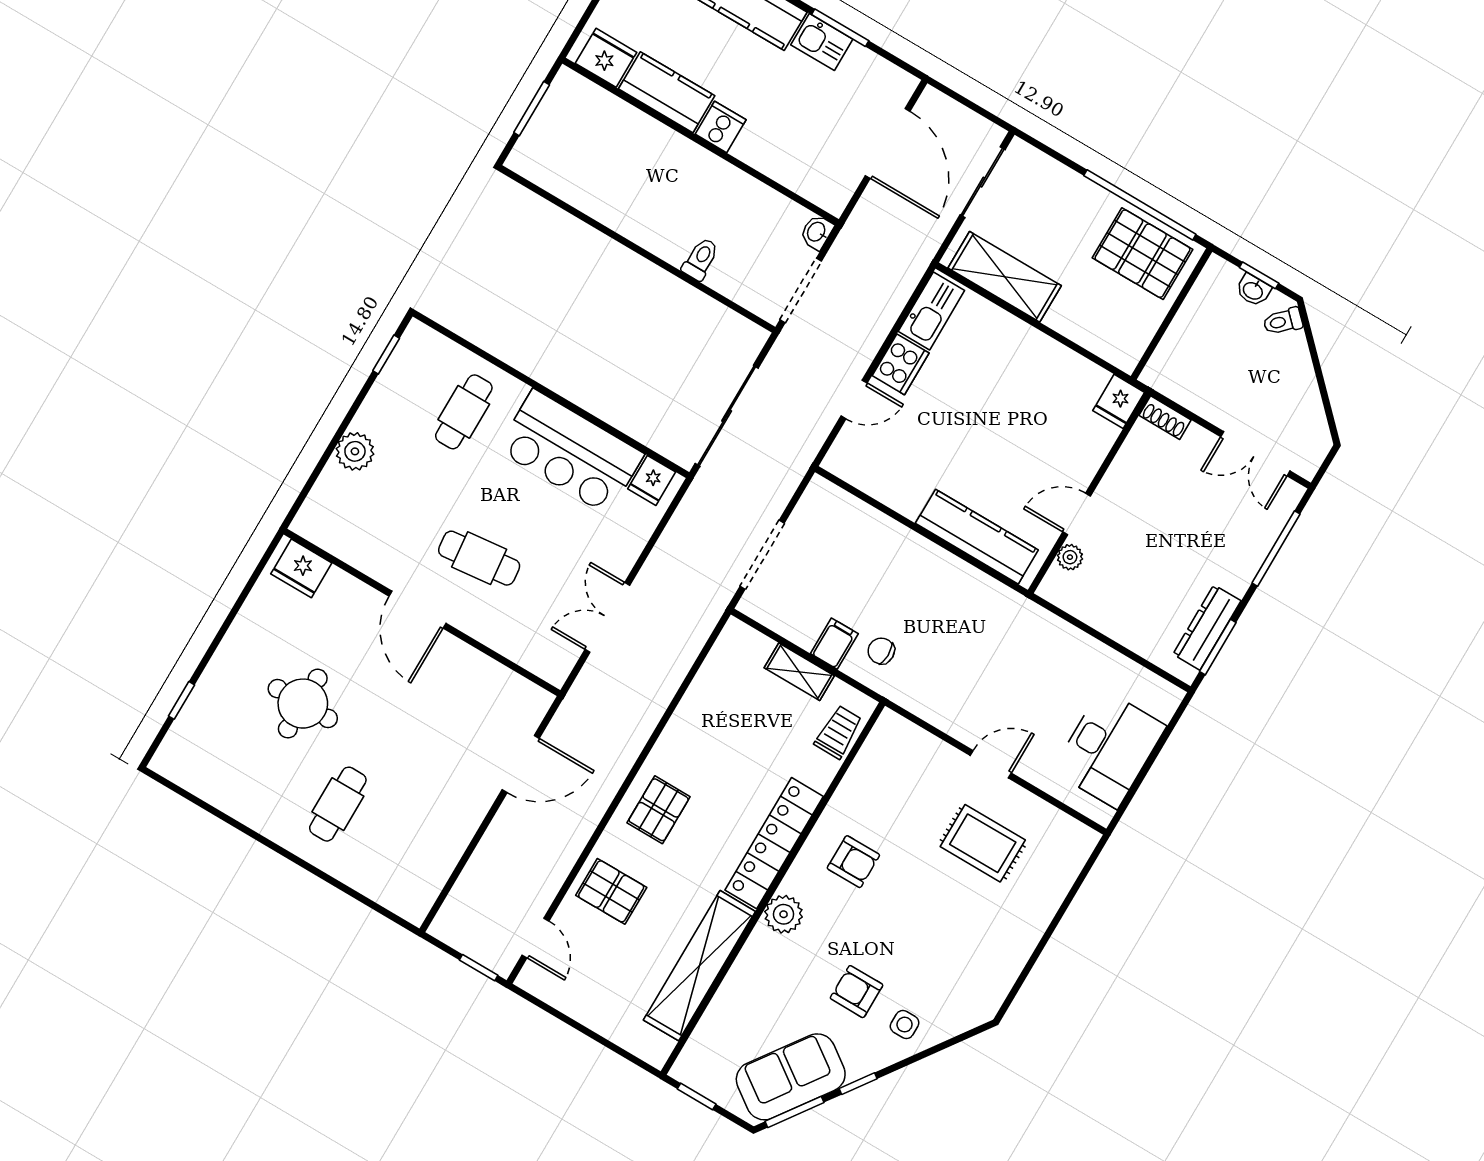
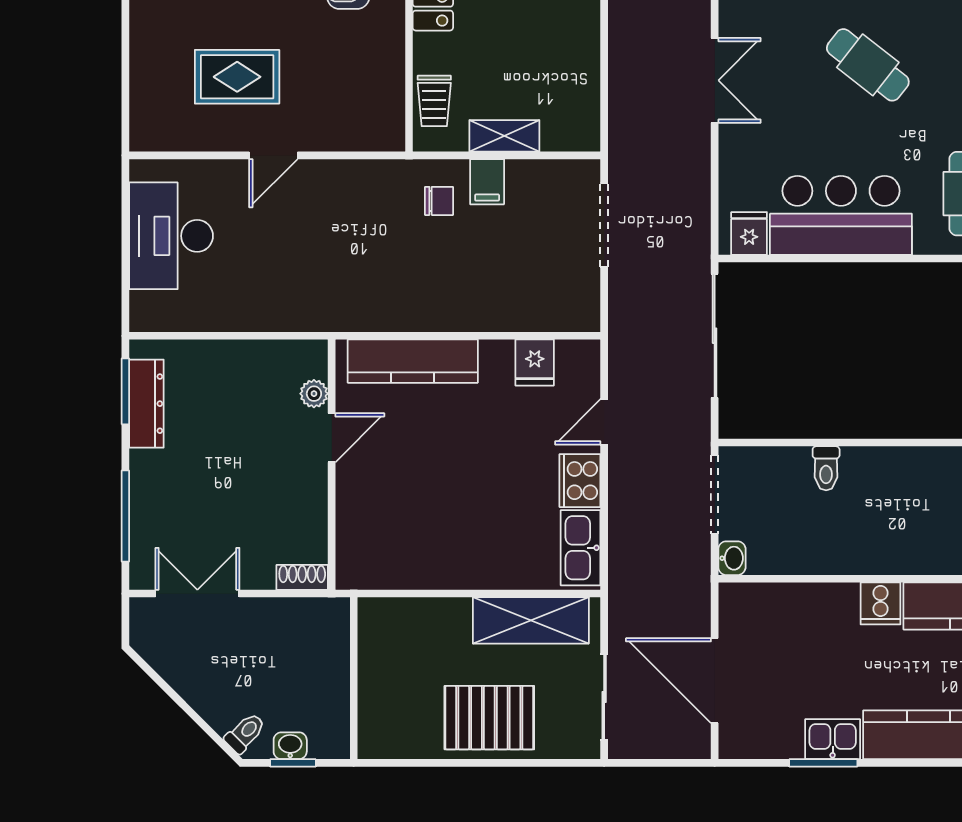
window: (1140, 205) -> (444, 763), removed
pallet: (1142, 254) -> (489, 718), moved
fridge: (1119, 401) -> (535, 363), moved, turned 180
cafe table: (479, 558) -> (868, 65), turned 44

